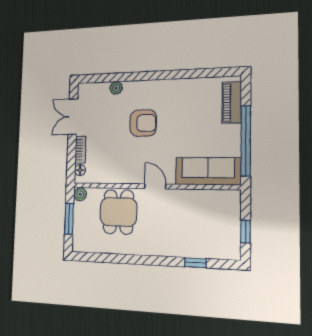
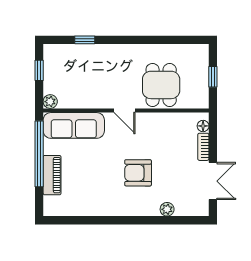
piano: (232, 102) -> (52, 175), moved
plant: (80, 194) -> (50, 102), moved
window: (69, 219) -> (213, 77), width x0.67

